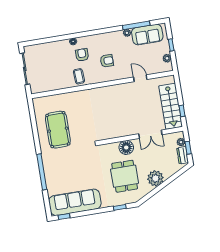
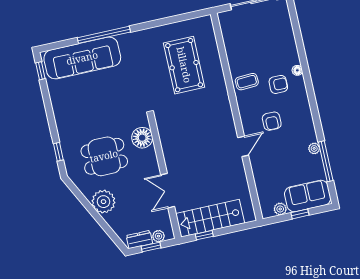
sofa: (147, 34) -> (308, 196), moved, turned 90
door: (140, 78) -> (243, 146), moved
pool table: (58, 130) -> (184, 65), moved, turned 90
floor lamp: (126, 147) -> (142, 138), moved
sofa: (75, 202) -> (82, 58), moved, turned 90

